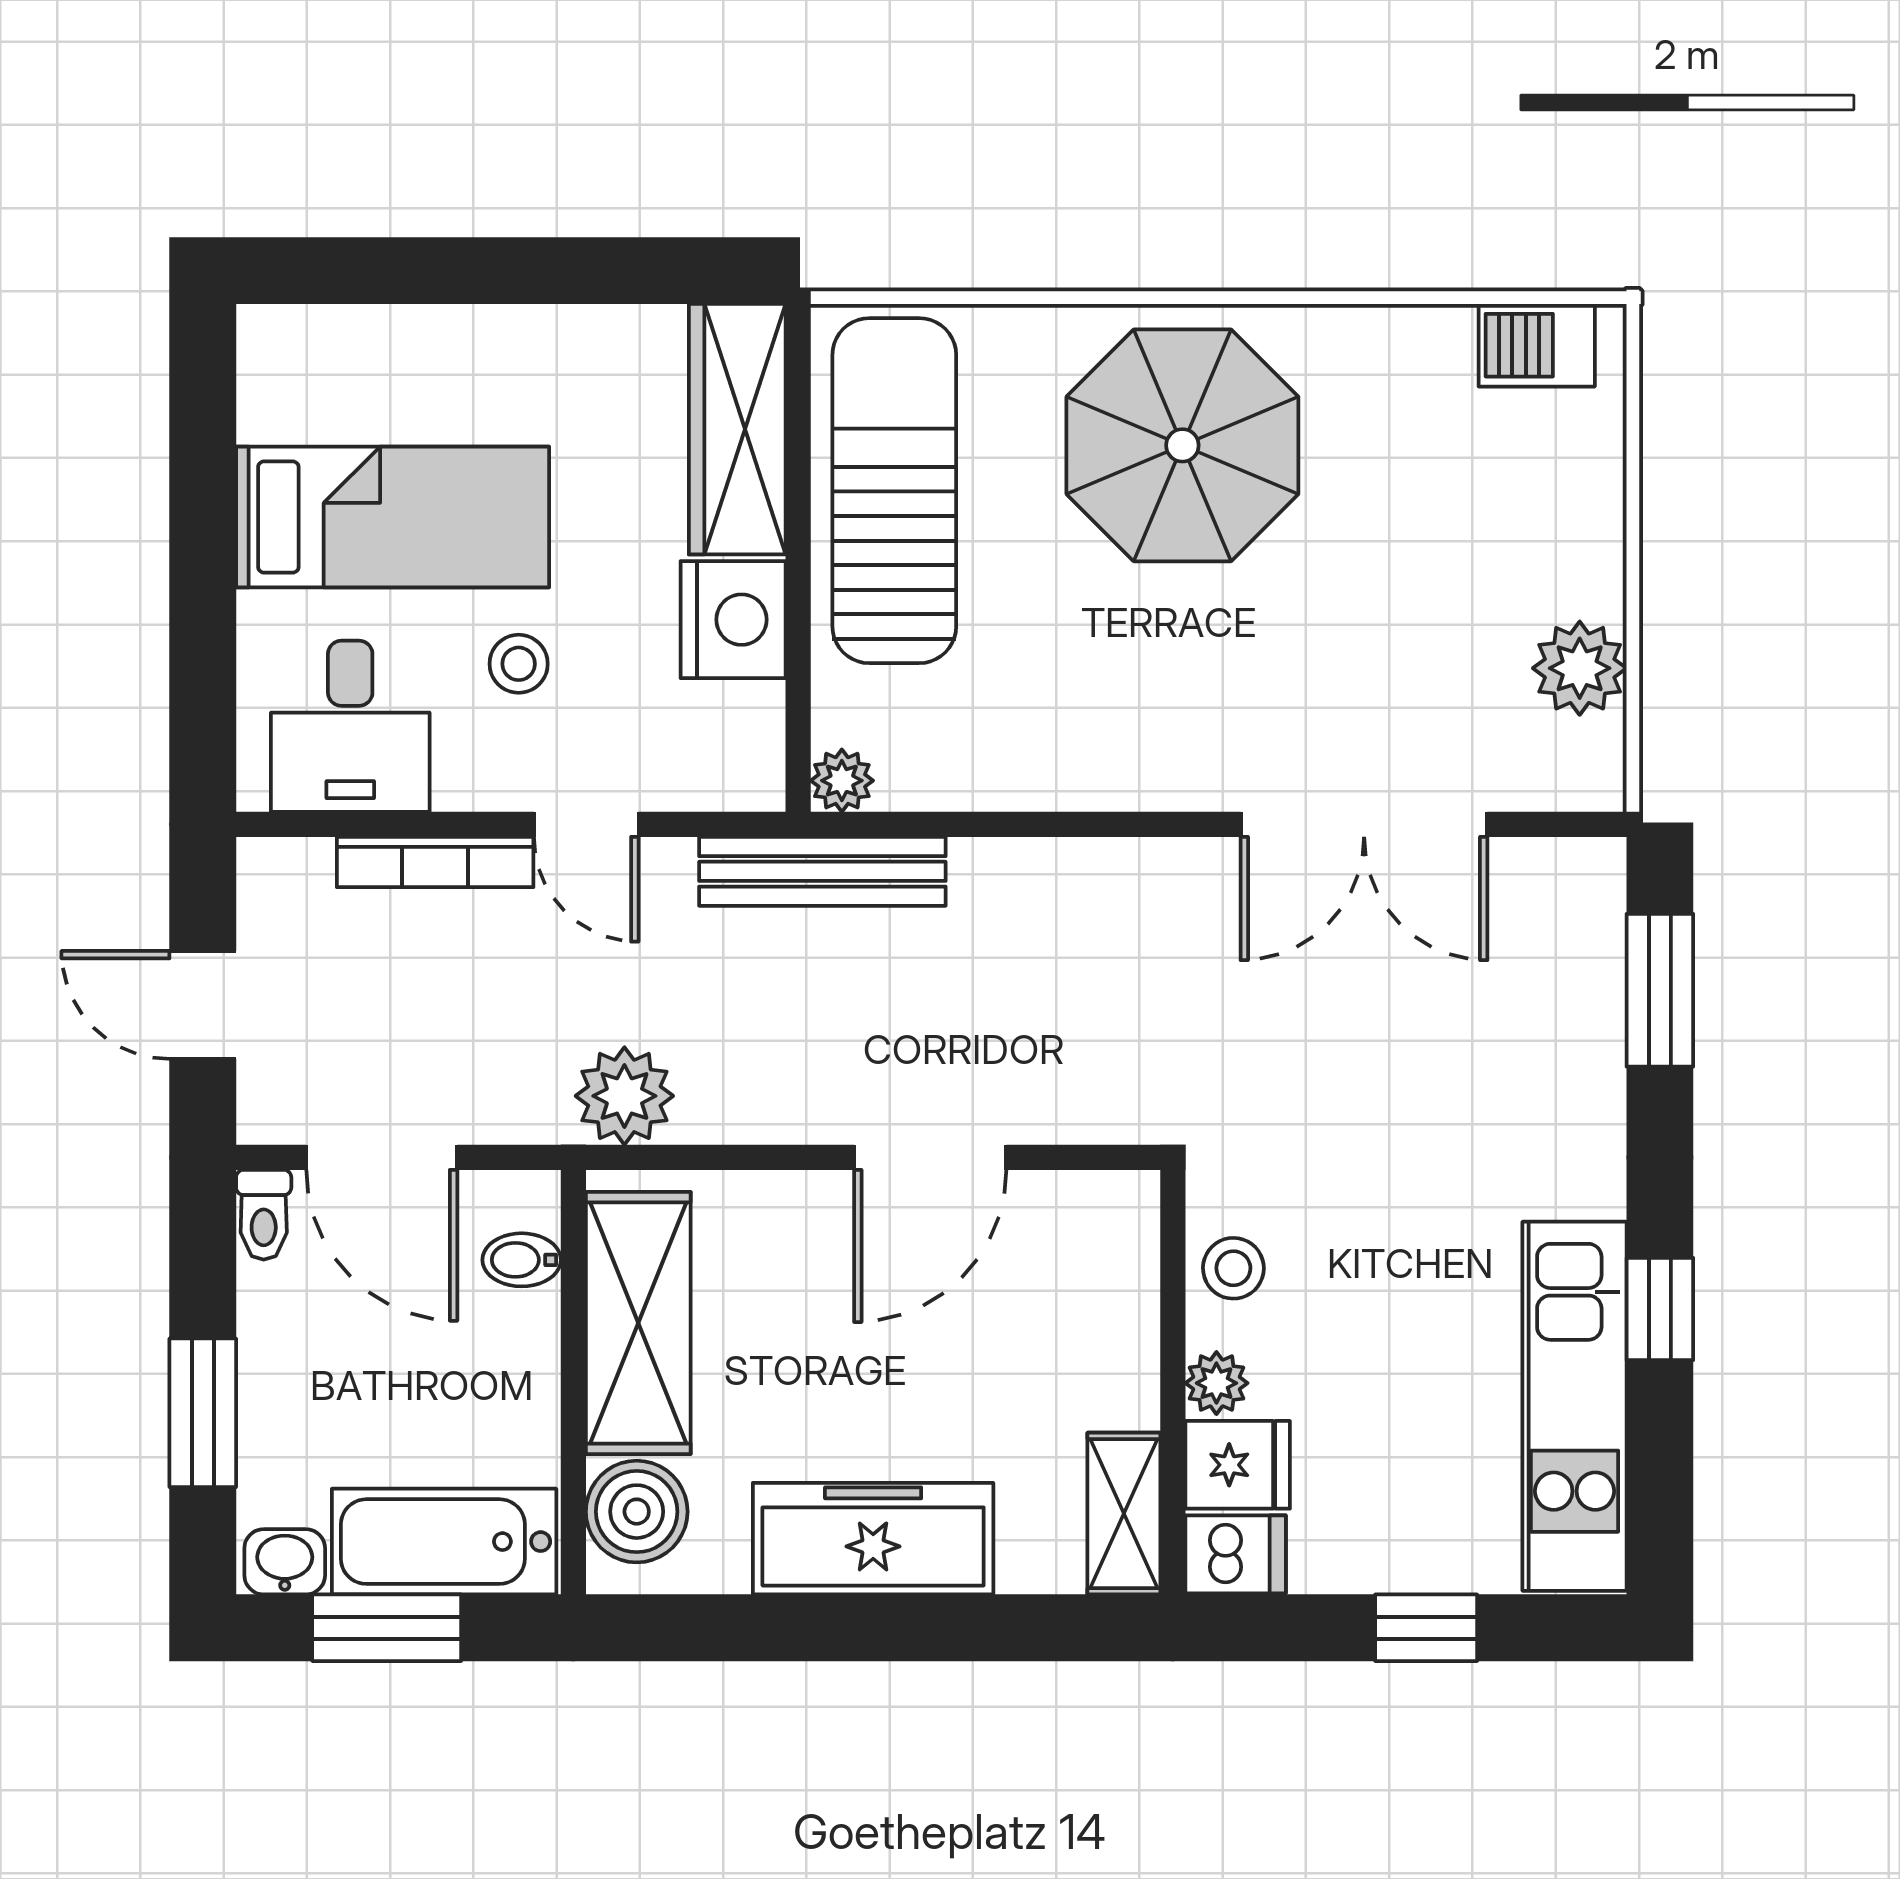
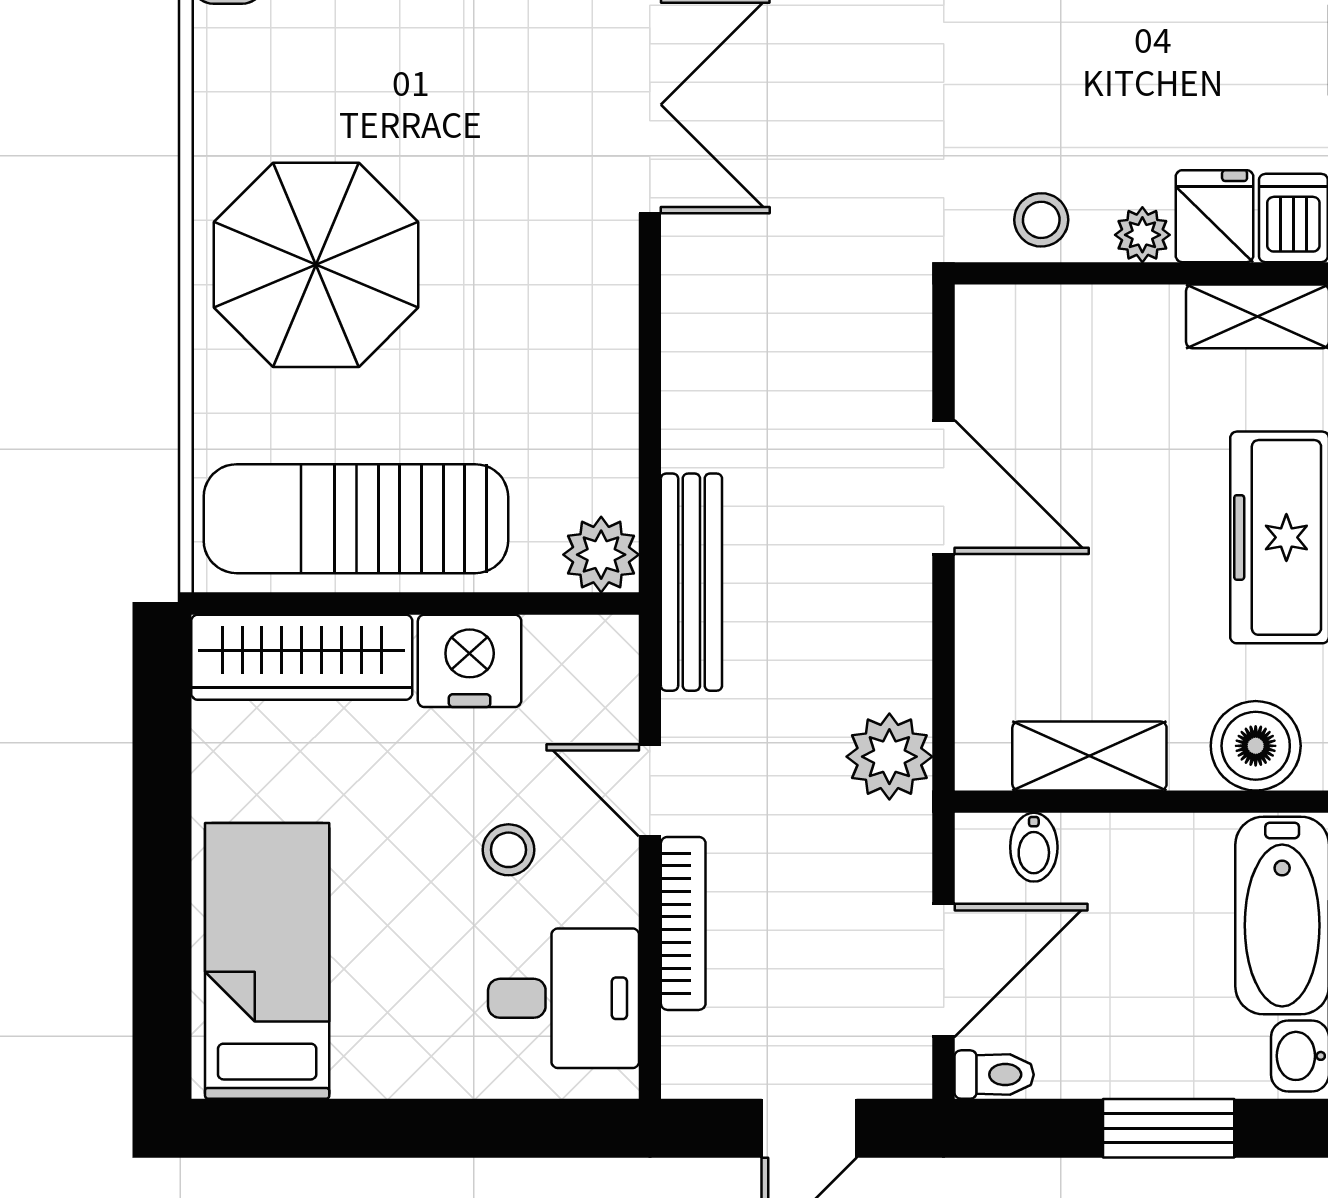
bed: (393, 517) -> (267, 961), moved
plant: (842, 781) -> (601, 555), width x1.38, depth x1.38
door: (586, 824) -> (650, 790), swing flipped
shelving: (638, 1323) -> (1089, 756), width x0.67, depth x0.75

